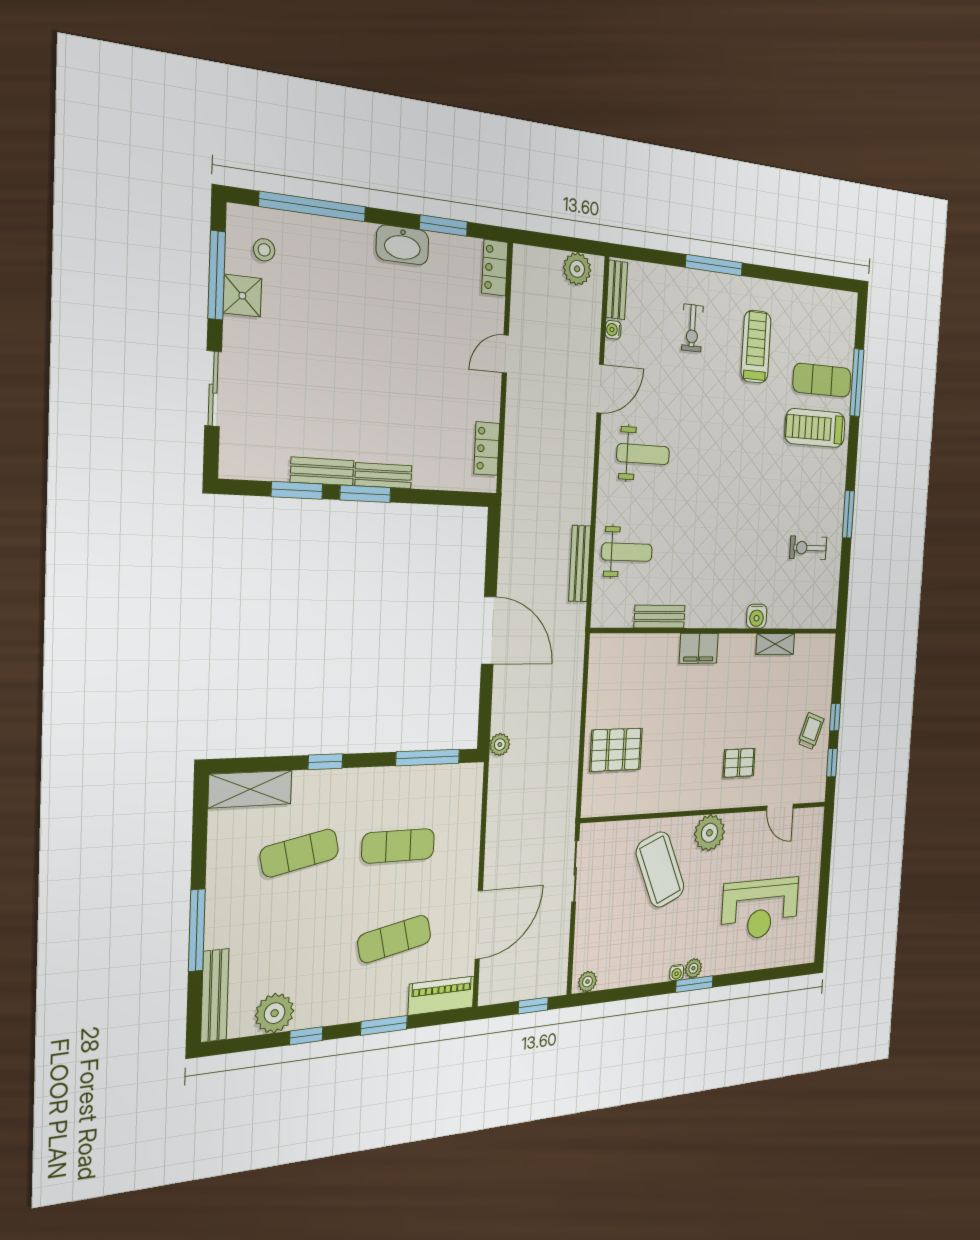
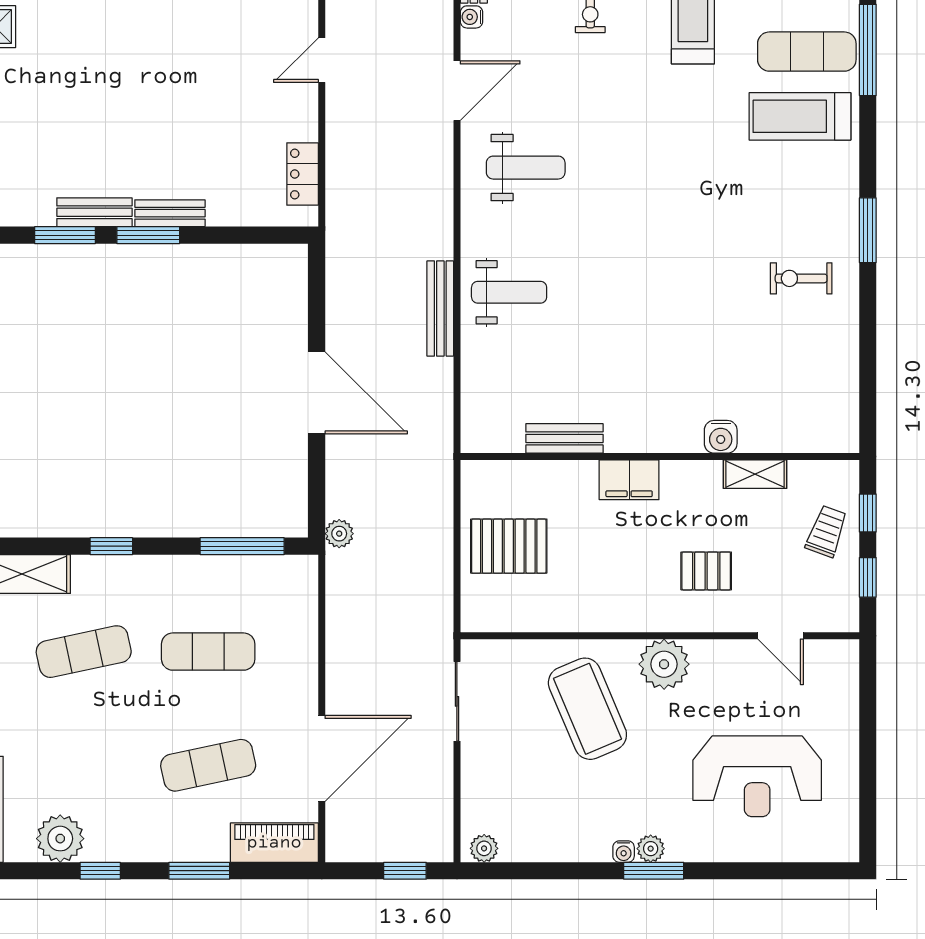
water cooler: (757, 616) -> (721, 437), moved
bench: (660, 617) -> (564, 438), moved
wall: (719, 631) -> (660, 457), moved
shelving: (775, 644) -> (755, 474), moved
filing cabinet: (699, 648) -> (629, 480), moved

